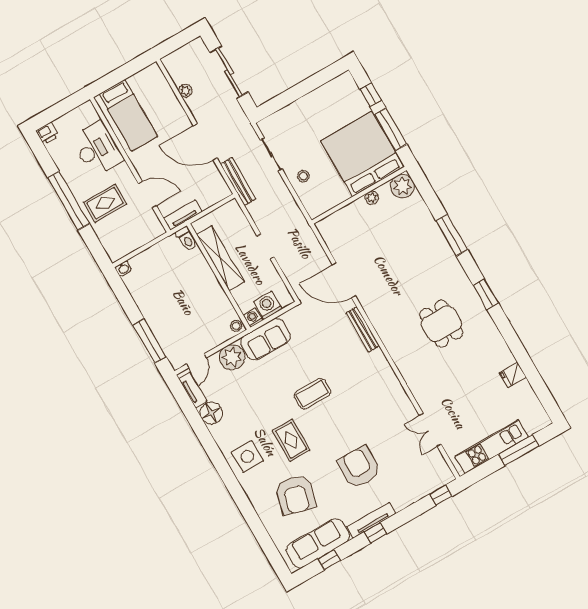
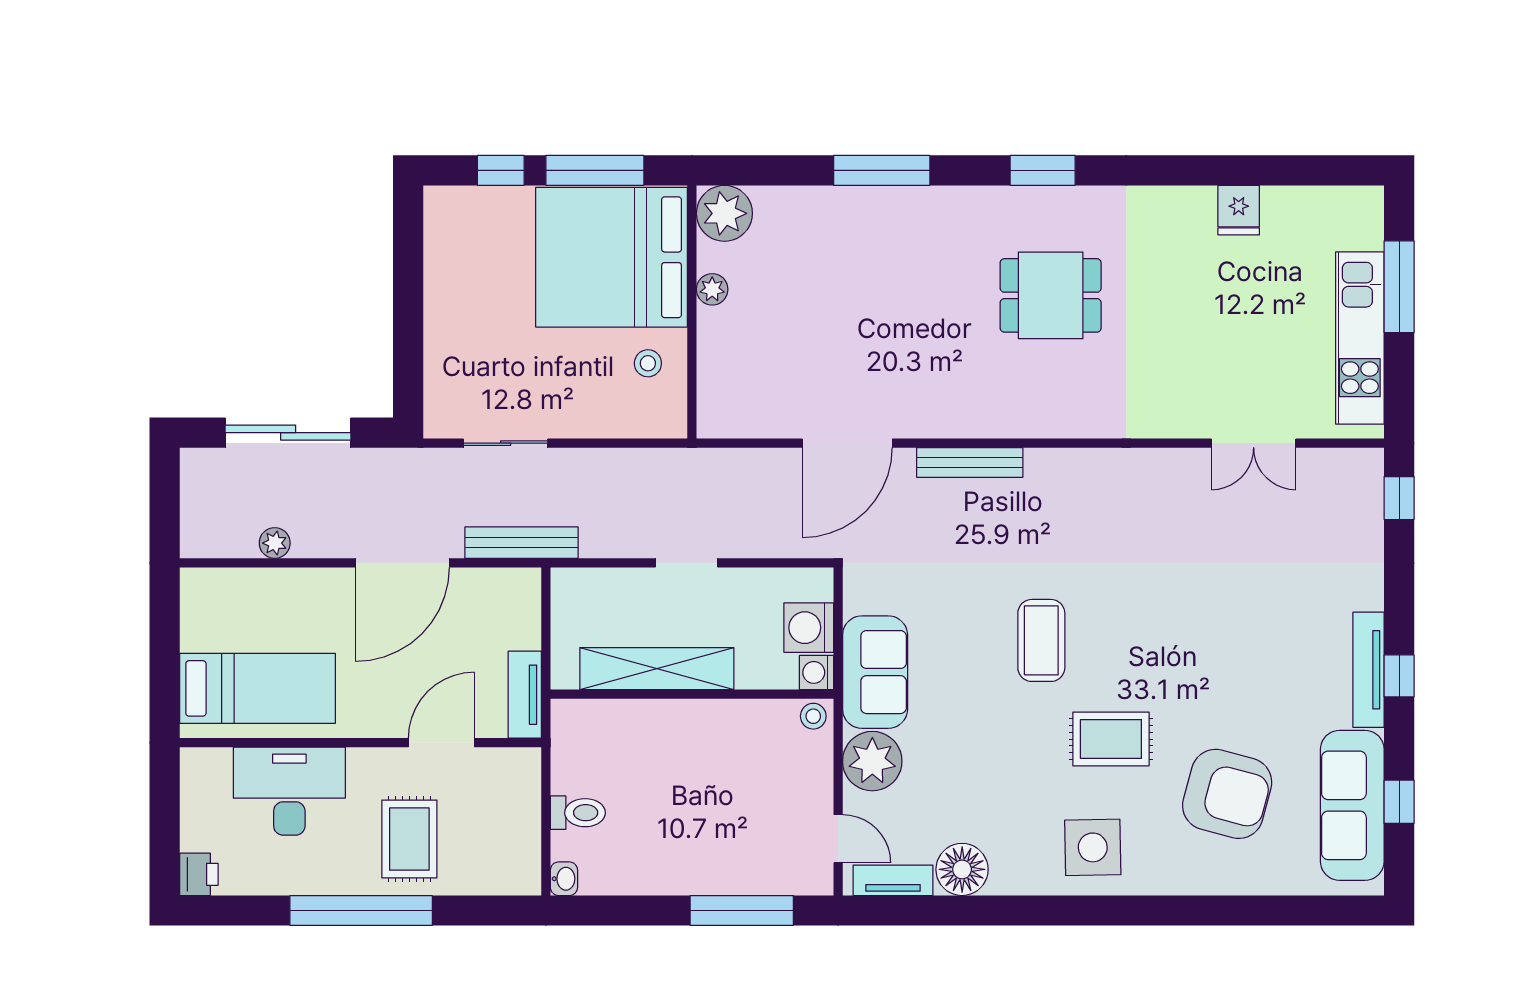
stool: (303, 176) -> (648, 363), moved
toilet: (186, 239) -> (578, 813), moved
armchair: (359, 467) -> (1246, 632), removed

